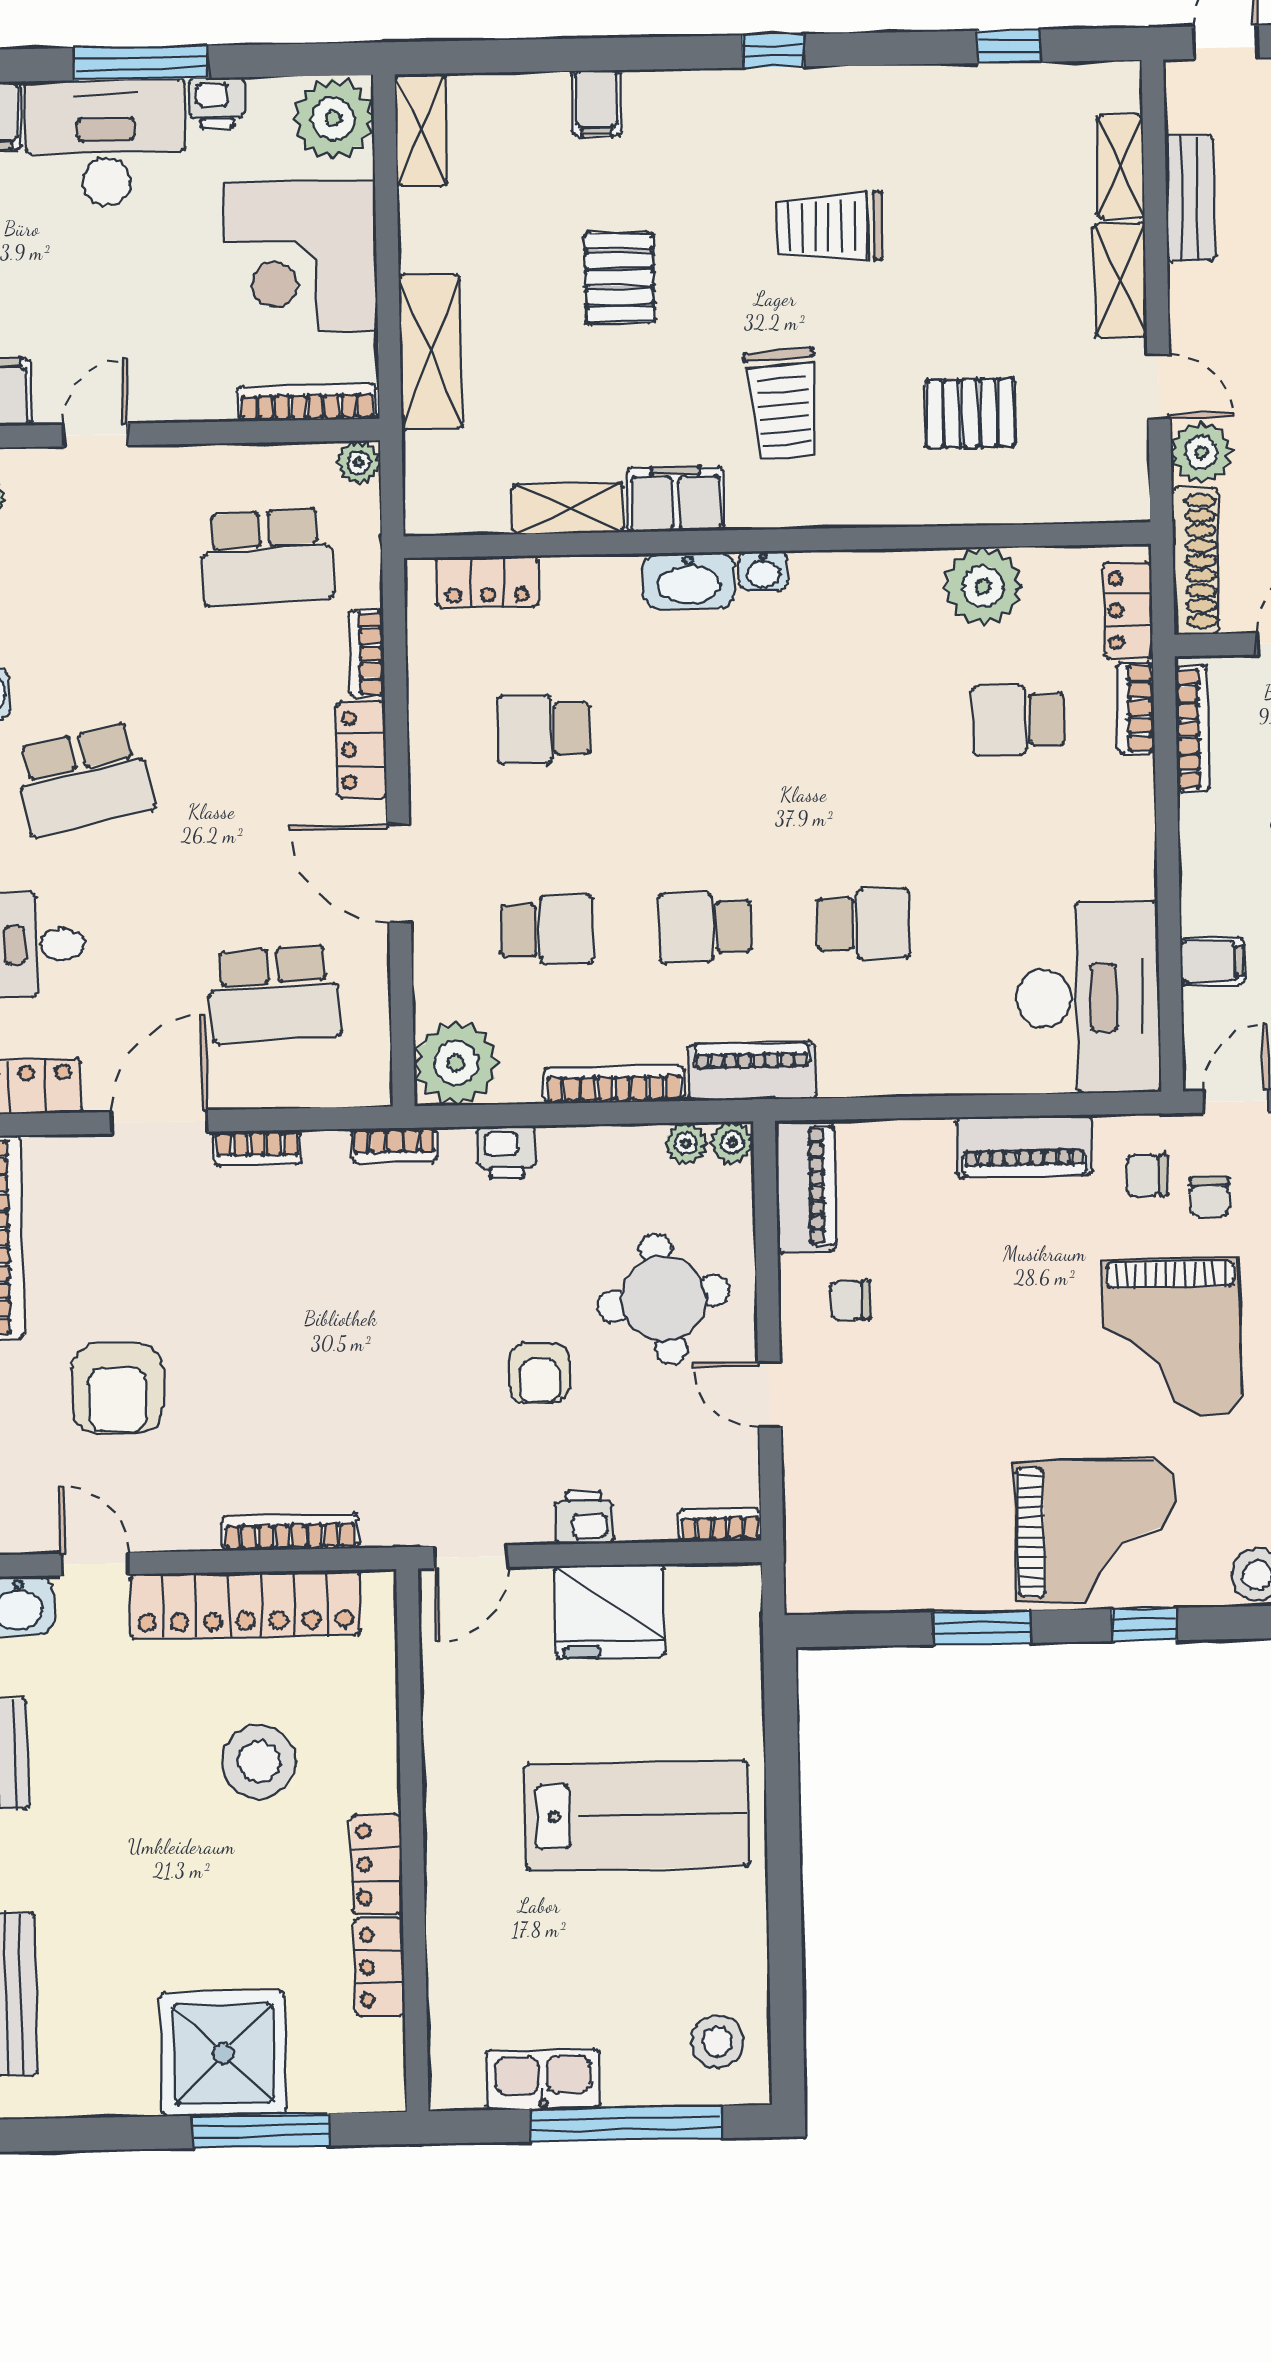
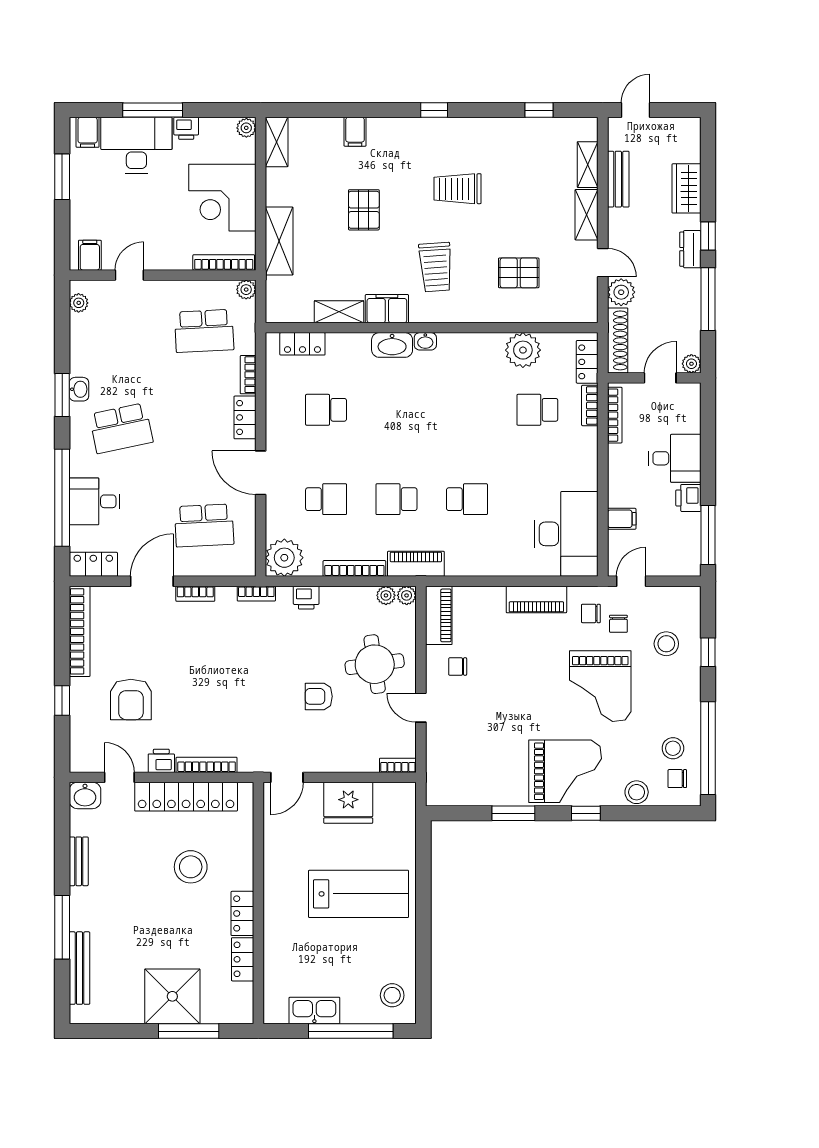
plant: (333, 118) -> (246, 128), width x0.53, depth x0.53
armchair: (539, 1373) -> (319, 696), turned 90
printer: (584, 1517) -> (161, 761), moved

